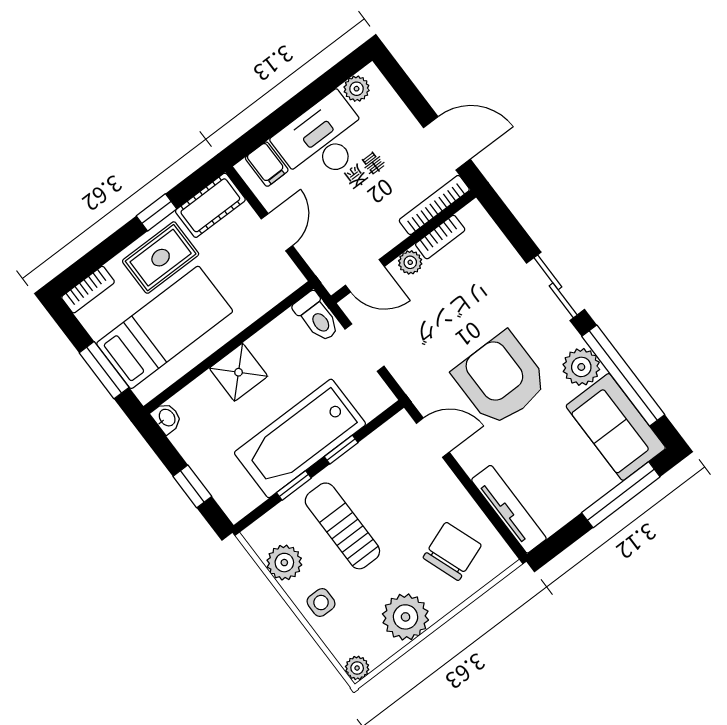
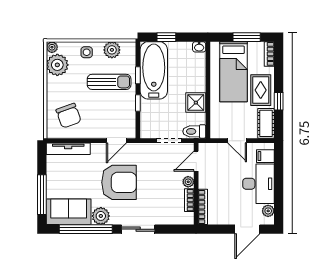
door: (447, 143) -> (247, 229), moved
window: (104, 370) -> (247, 37), moved
shower: (239, 372) -> (196, 103), moved
bathtub: (300, 438) -> (154, 70), moved
plant: (405, 617) -> (57, 65), moved

